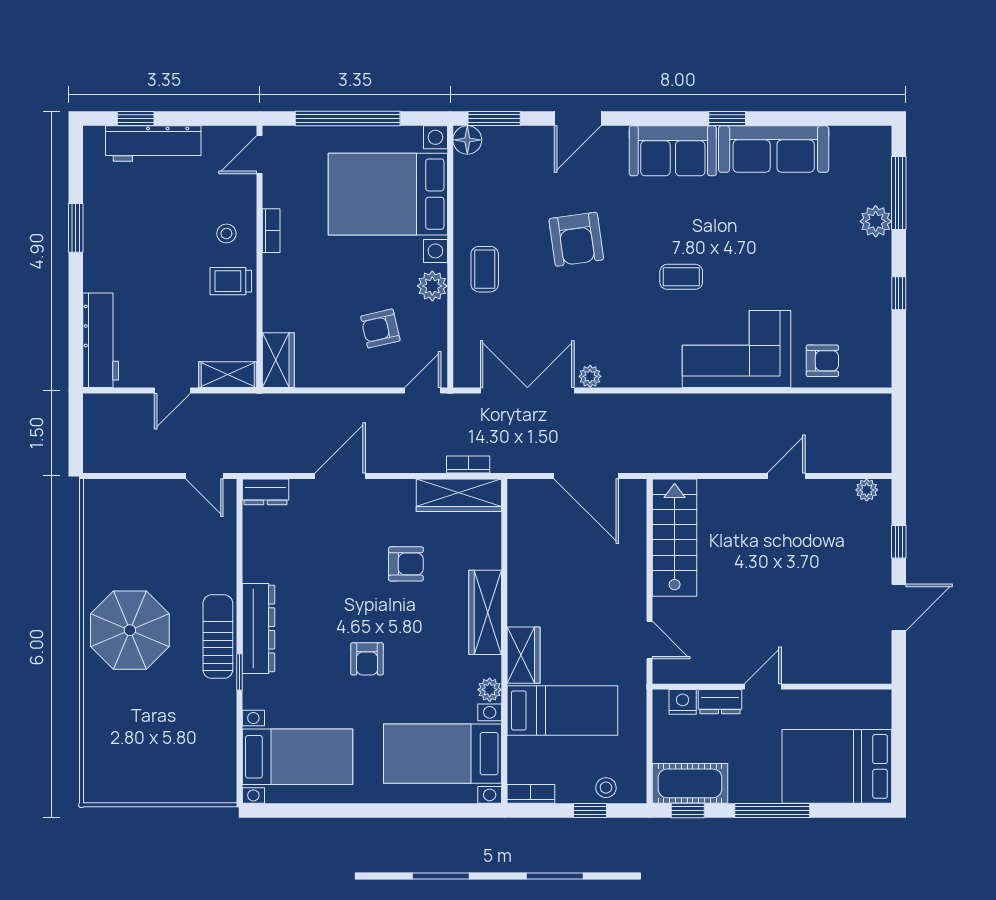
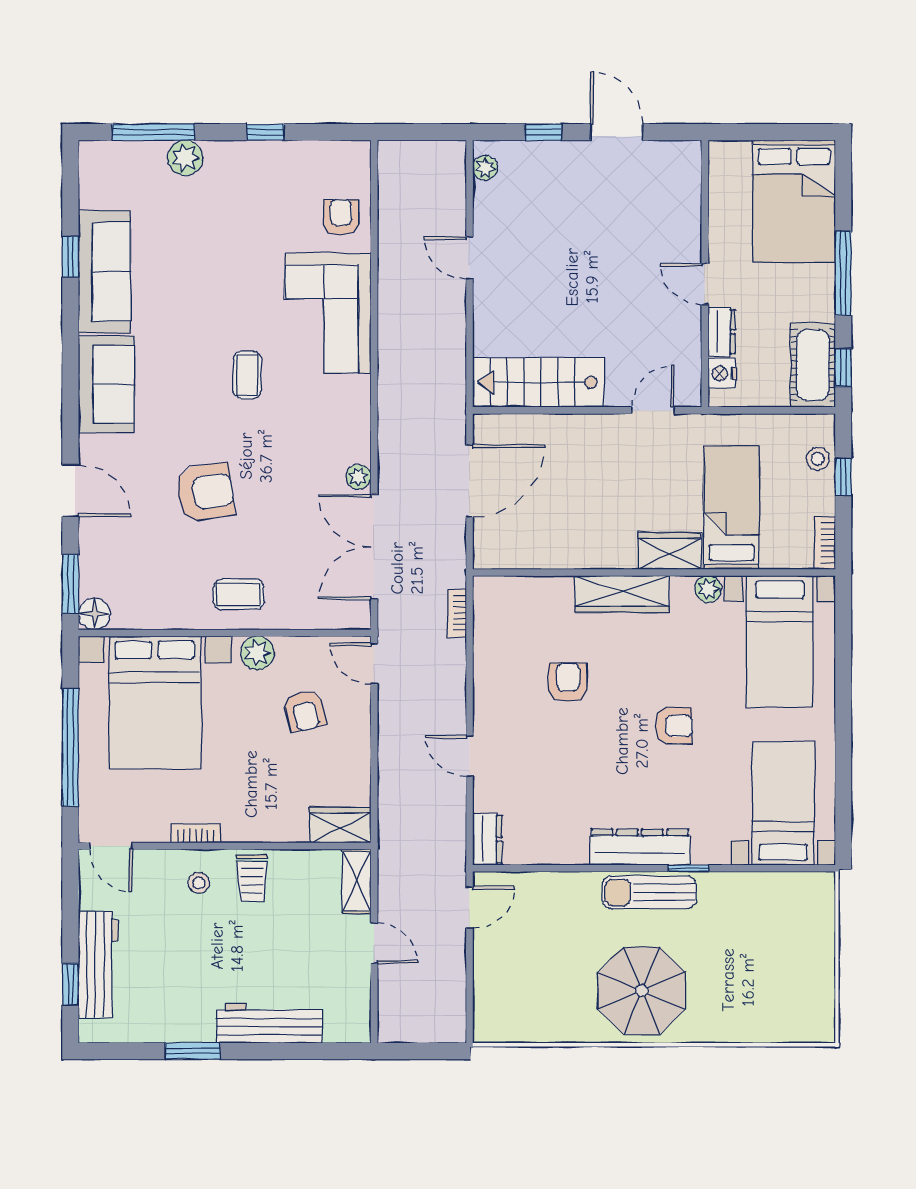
window: (727, 119) -> (70, 257), moved
workbench: (101, 340) -> (270, 1023), moved
door: (340, 476) -> (470, 756), width x0.73
wardrobe: (459, 495) -> (491, 623), removed

